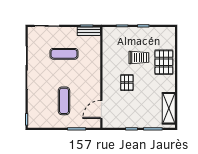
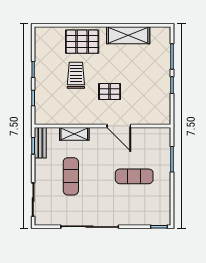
shelving: (95, 56) -> (74, 134), added
shelving: (169, 108) -> (128, 35), moved
door: (101, 109) -> (119, 126), moved

